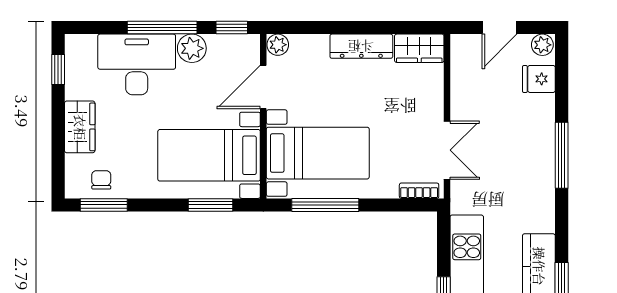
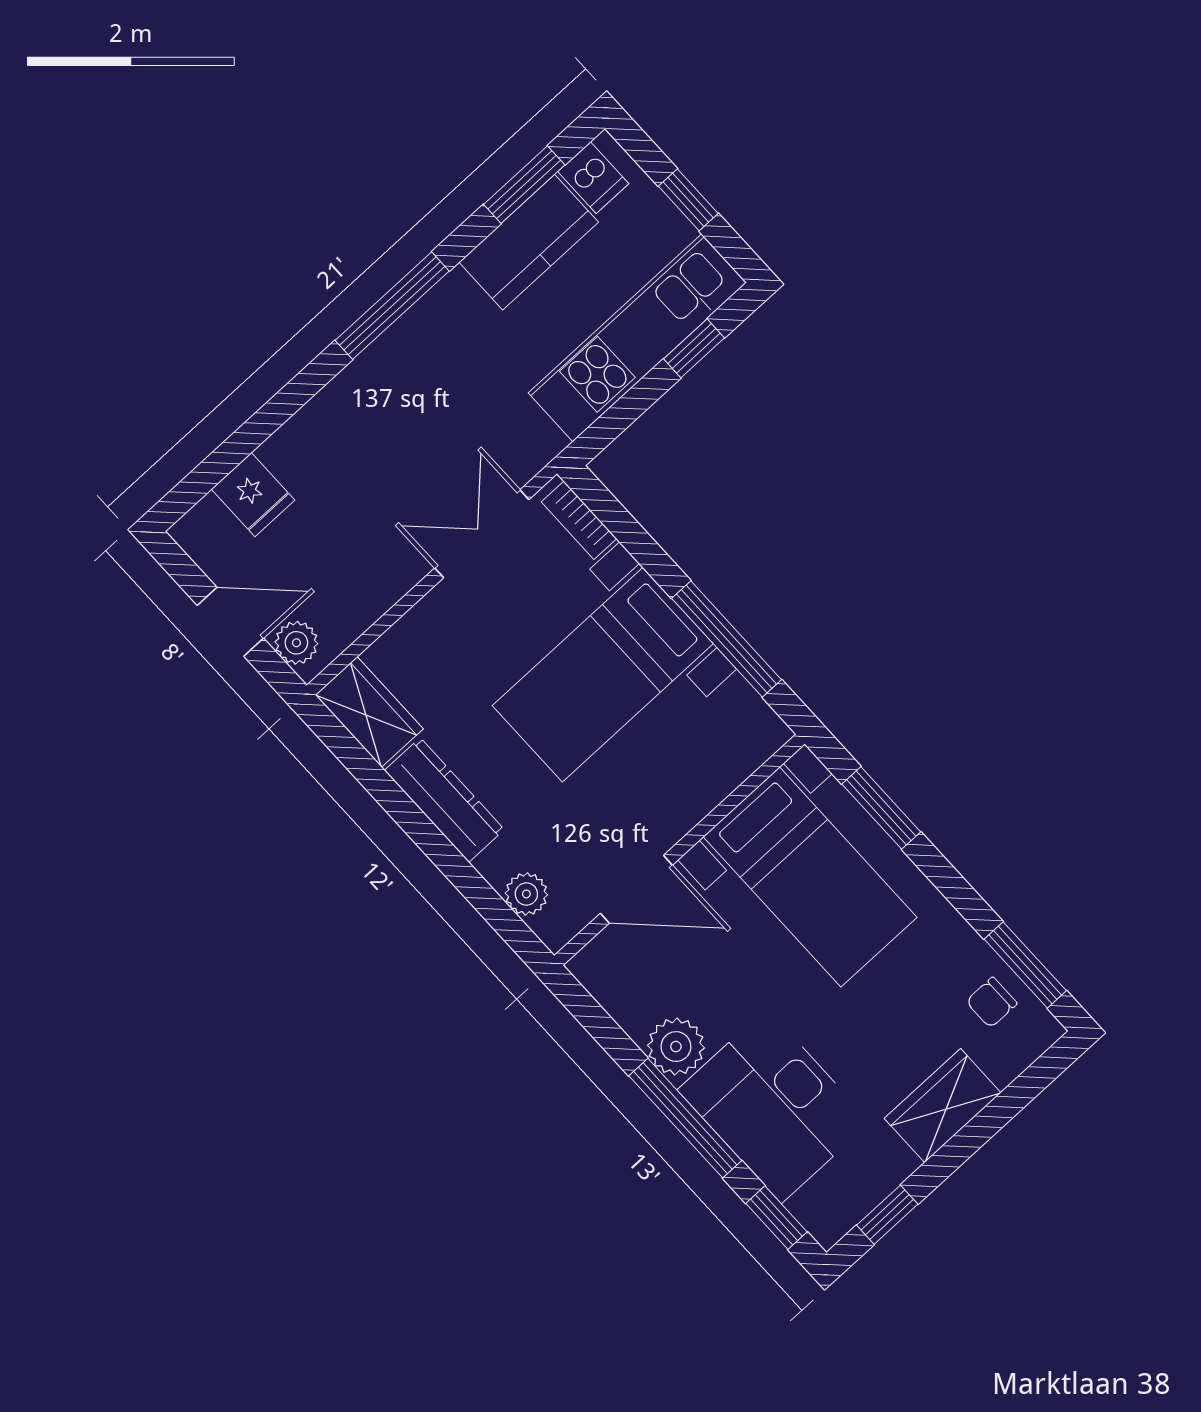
window: (232, 28) -> (776, 1218), moved
plant: (278, 45) -> (526, 894), moved
plant: (542, 45) -> (296, 643), moved
bed with nightstands: (318, 153) -> (603, 675), moved, turned -90
window: (562, 155) -> (392, 306), moved

